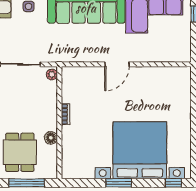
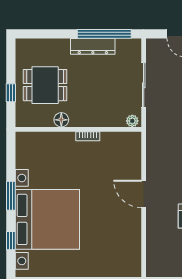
window: (27, 183) -> (11, 93), width x0.46
window: (173, 183) -> (11, 241), moved

